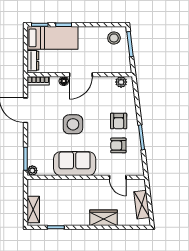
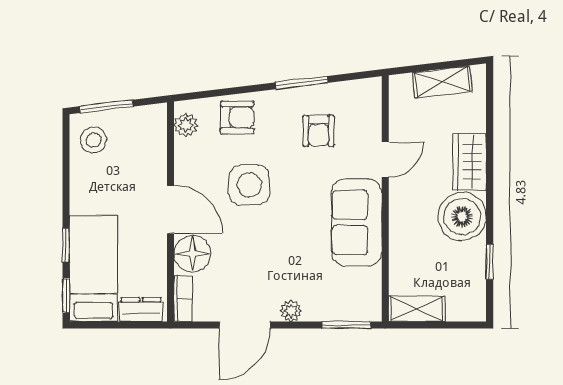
floor lamp: (64, 81) -> (192, 254), width x1.89, depth x1.89
armchair: (119, 121) -> (237, 117), moved
side table: (73, 124) -> (249, 185), moved
plant: (32, 171) -> (291, 311), moved
door: (118, 177) -> (385, 160), moved
shelving: (33, 209) -> (417, 309), moved
boiler: (77, 214) -> (462, 217), added

